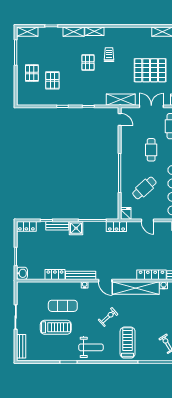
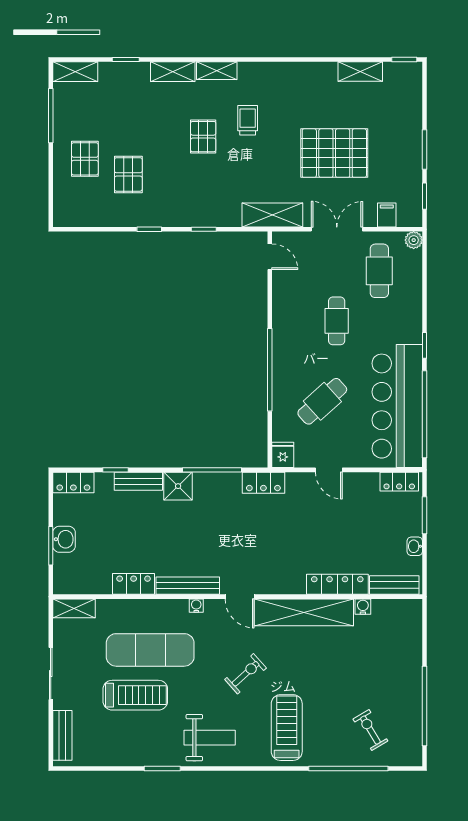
washbasin: (22, 273) -> (64, 539), moved
shelving: (27, 286) -> (74, 608), added
exercise mat: (63, 306) -> (150, 650), width x1.36, depth x1.45

